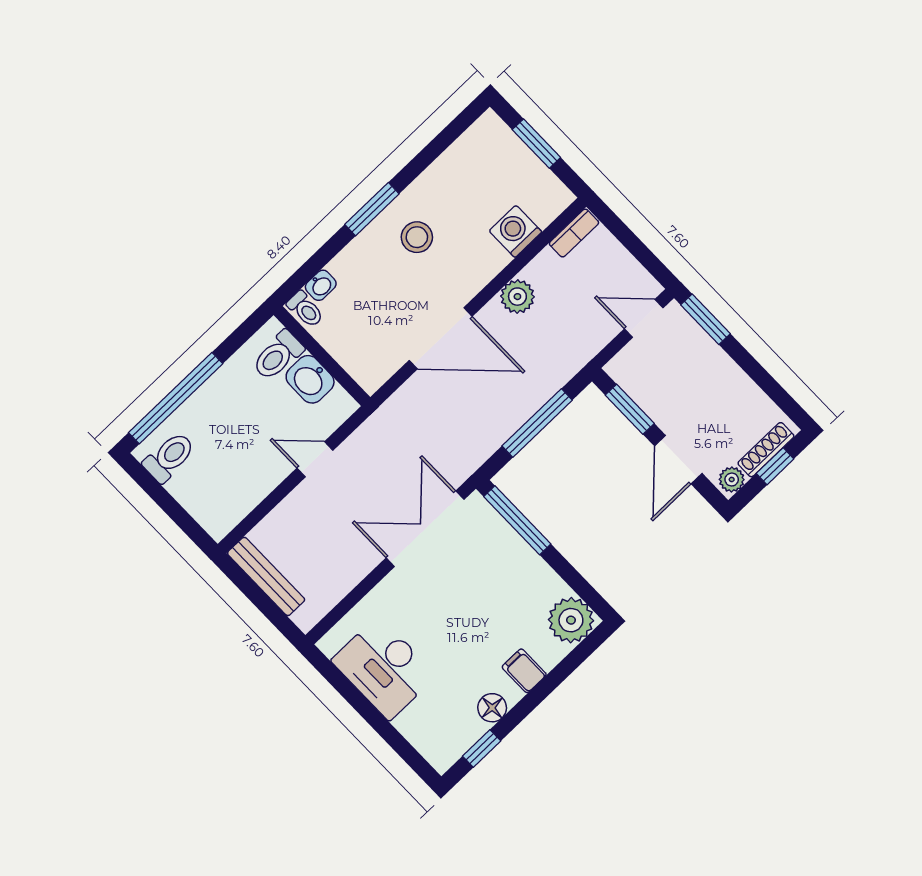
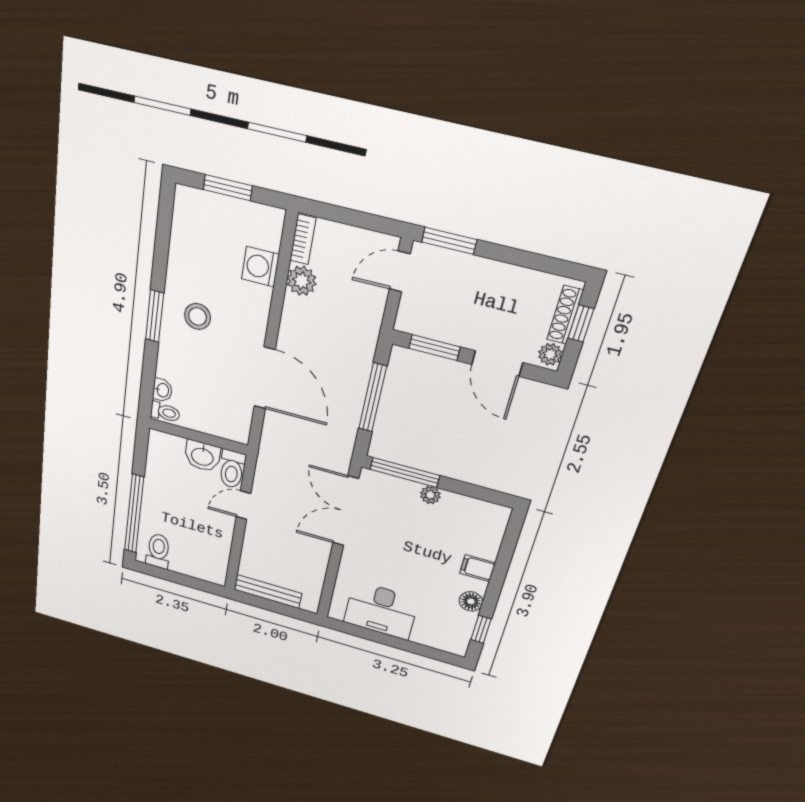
plant: (517, 297) -> (302, 281), moved
door: (441, 338) -> (265, 378), hinge flipped
toilet: (278, 355) -> (232, 469), moved
plant: (571, 620) -> (430, 495), moved, width x0.53, depth x0.53

